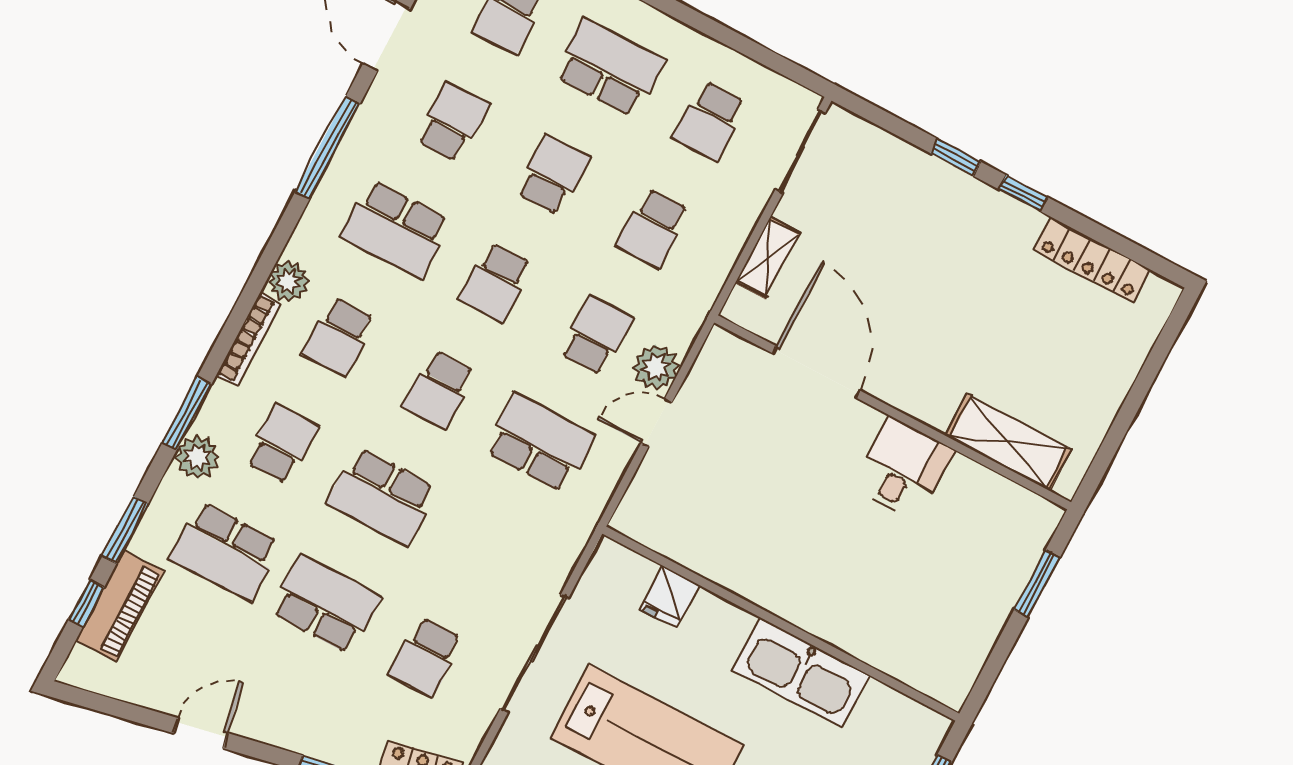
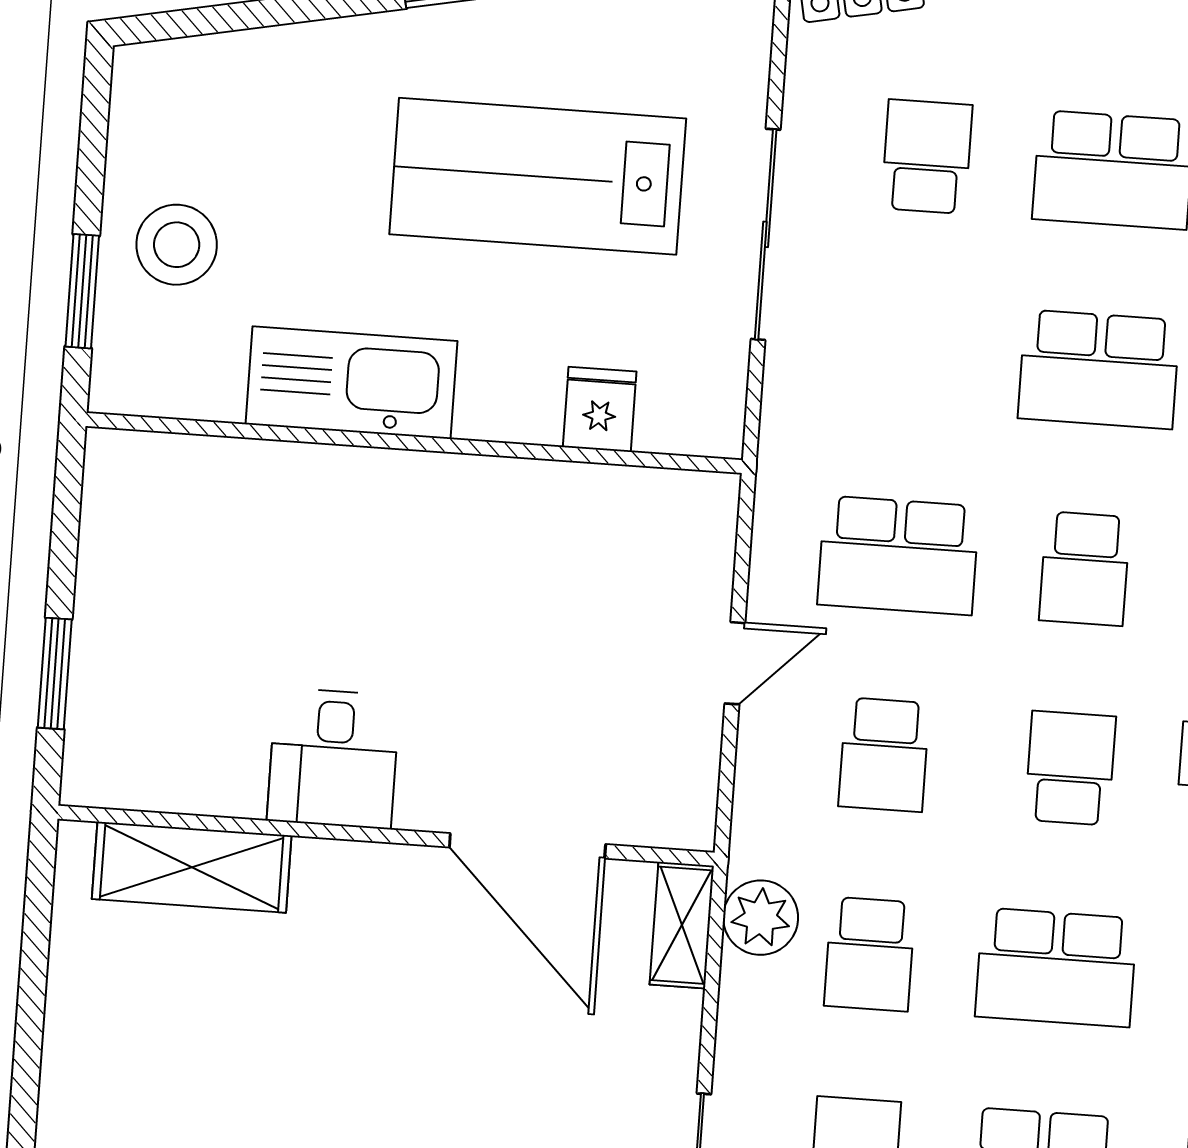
school desk: (553, 175) -> (1056, 967), width x1.85
school desk: (653, 228) -> (870, 954), turned 180
shelving: (768, 257) -> (682, 925), moved
plant: (656, 367) -> (761, 918), moved
school desk: (439, 390) -> (1085, 569), turned 180
school desk: (382, 497) -> (1099, 369), turned 180

